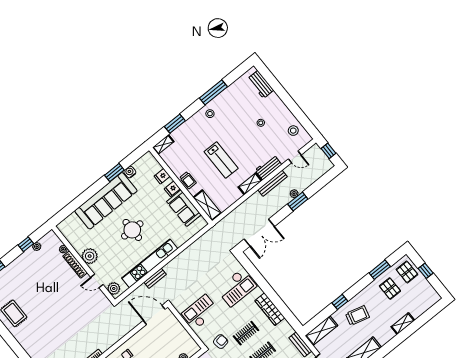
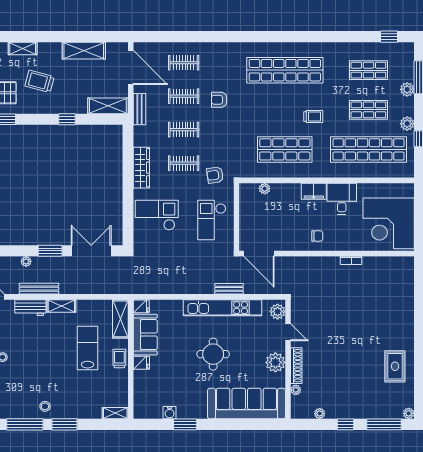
window: (175, 124) -> (65, 424), moved
lab bench: (221, 160) -> (88, 348), moved
fridge: (162, 176) -> (141, 306), moved
sofa: (106, 201) -> (246, 404), moved
window: (298, 202) -> (50, 251), moved
window: (26, 244) -> (345, 424), moved
checkout: (200, 312) -> (212, 220), turned 90
trolley: (357, 316) -> (40, 81), moved

